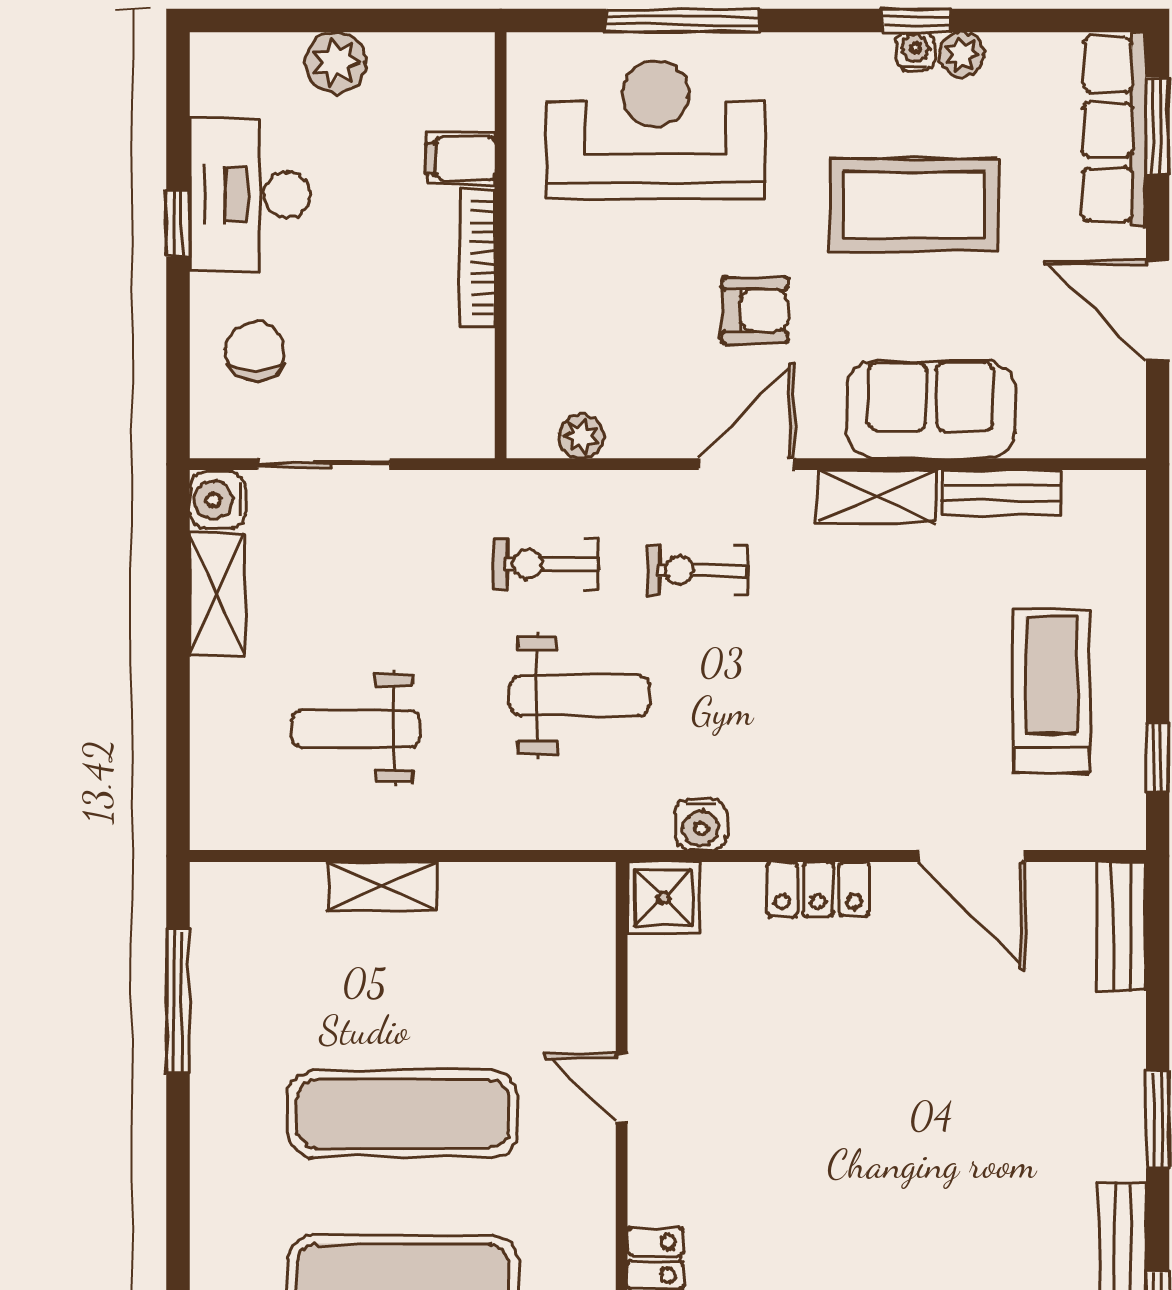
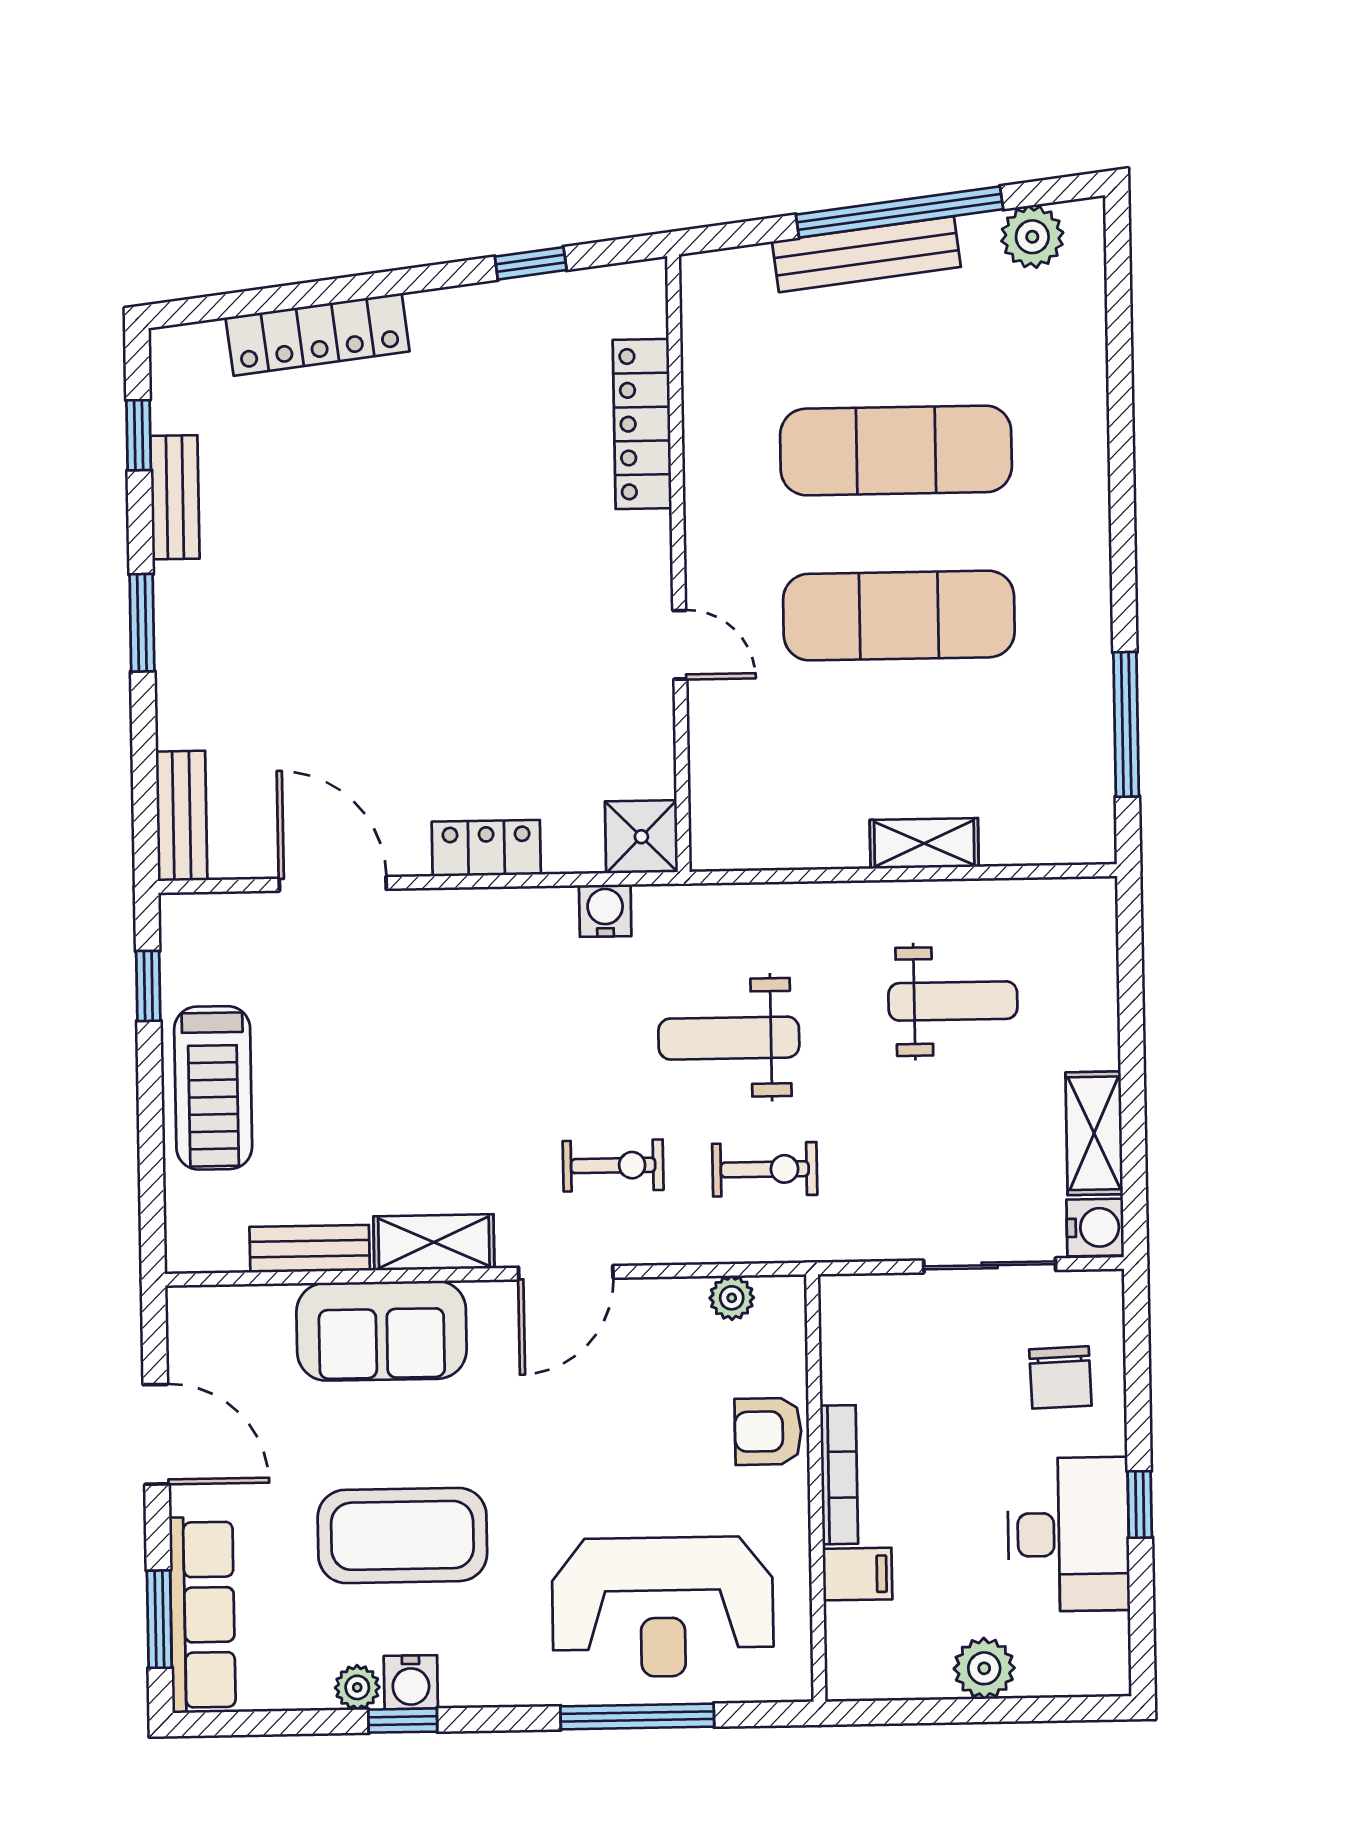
water cooler: (915, 51) -> (411, 1682), width x1.38, depth x1.38
armchair: (755, 310) -> (768, 1431), moved
treadmill: (1051, 691) -> (213, 1088), moved

